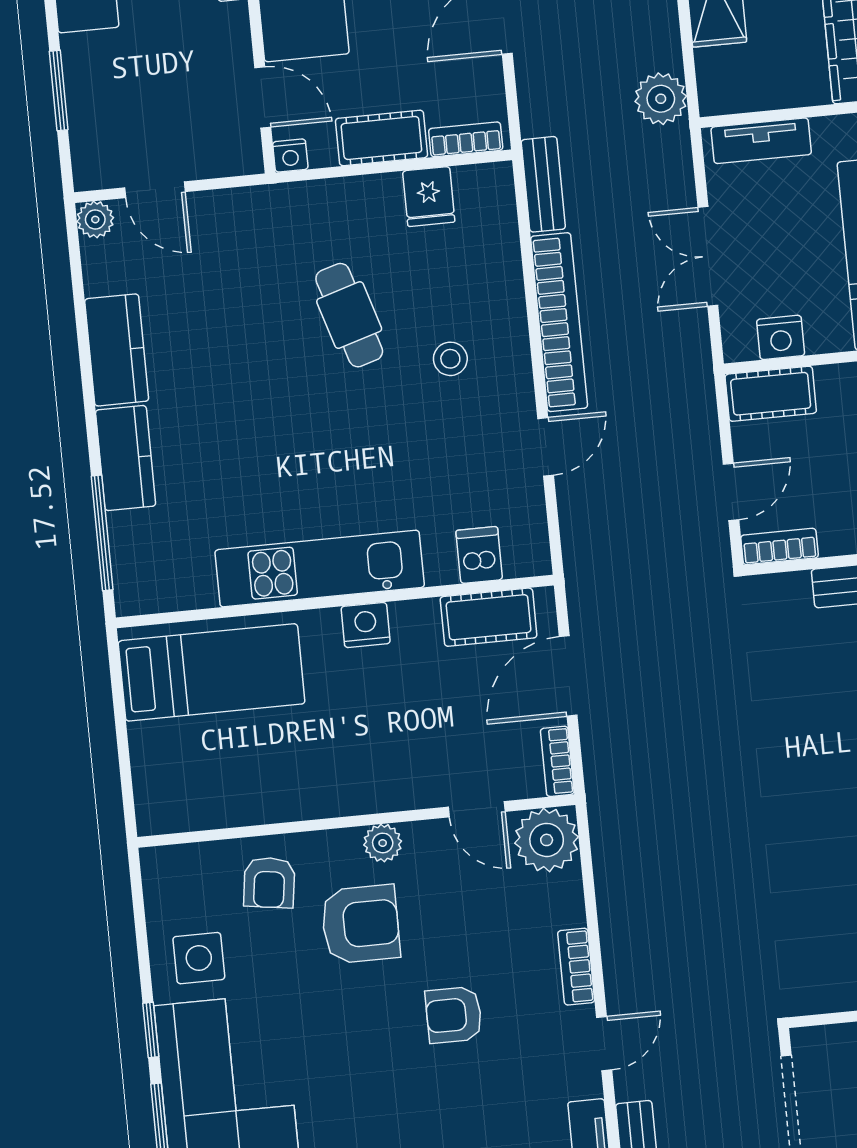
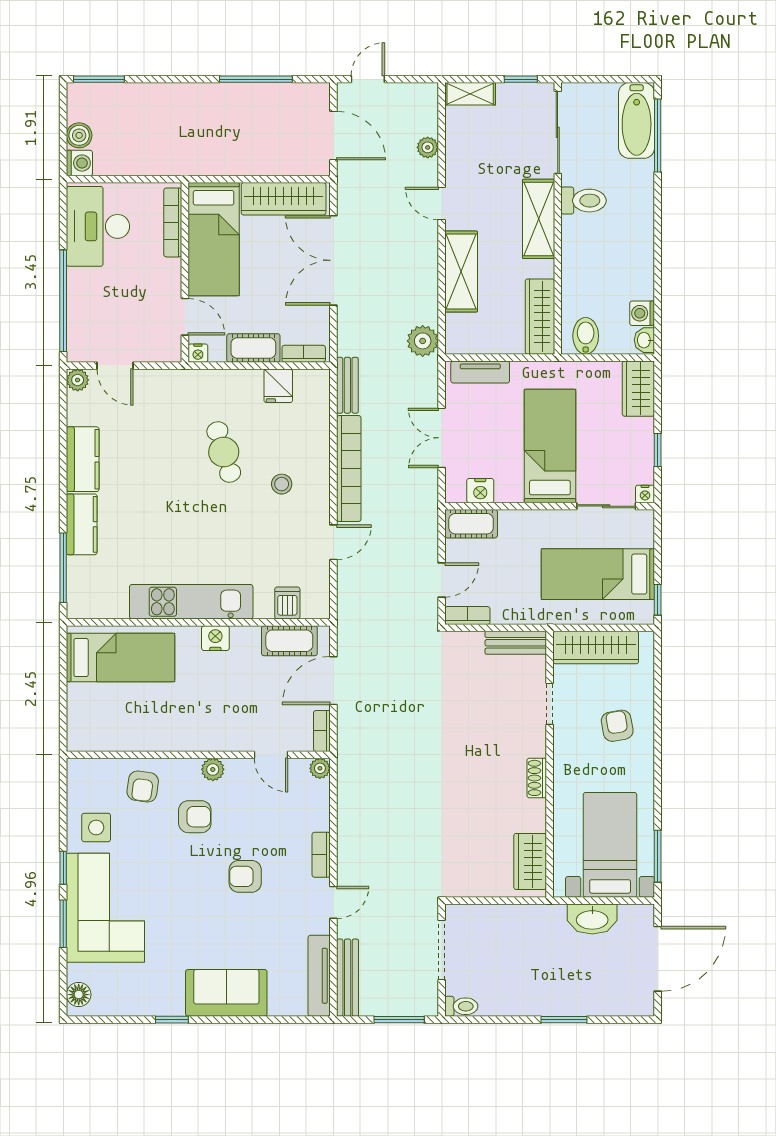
window: (59, 91) -> (63, 301), width x2.11
plant: (547, 840) -> (320, 768), width x0.53, depth x0.53
armchair: (361, 924) -> (195, 817), width x0.72, depth x0.72

